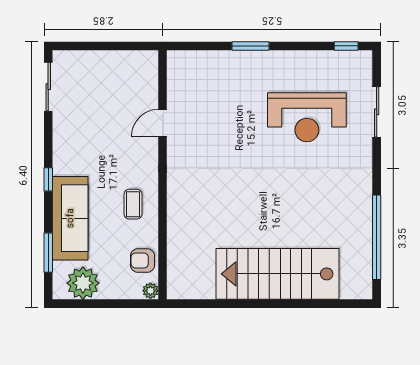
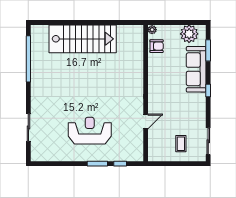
window: (346, 46) -> (120, 164), moved
reception desk: (307, 117) -> (90, 131), moved
coffee table: (133, 204) -> (181, 144), moved

